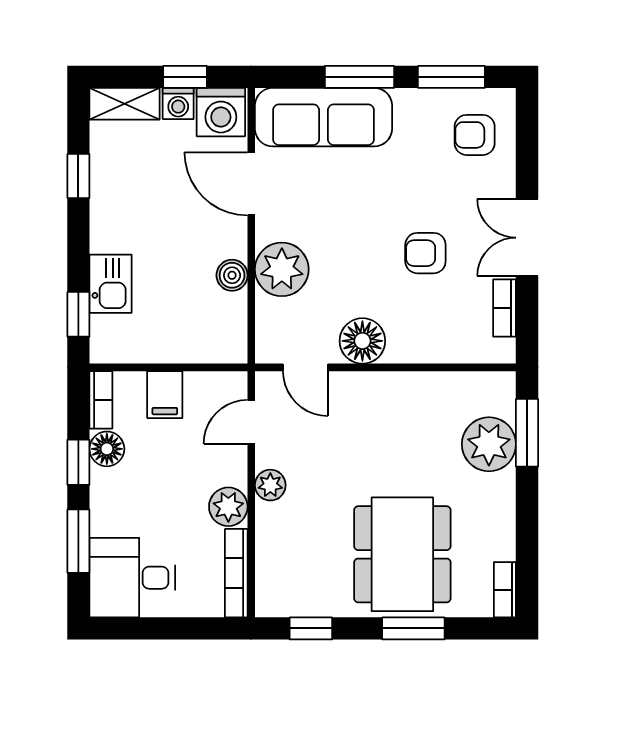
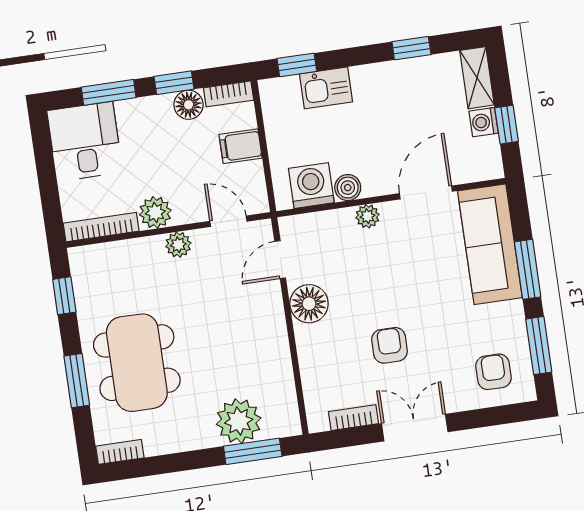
washing machine: (221, 112) -> (311, 186), moved, turned 90
plant: (282, 269) -> (367, 216), width x0.53, depth x0.53
dining table: (402, 554) -> (137, 363), turned 90

